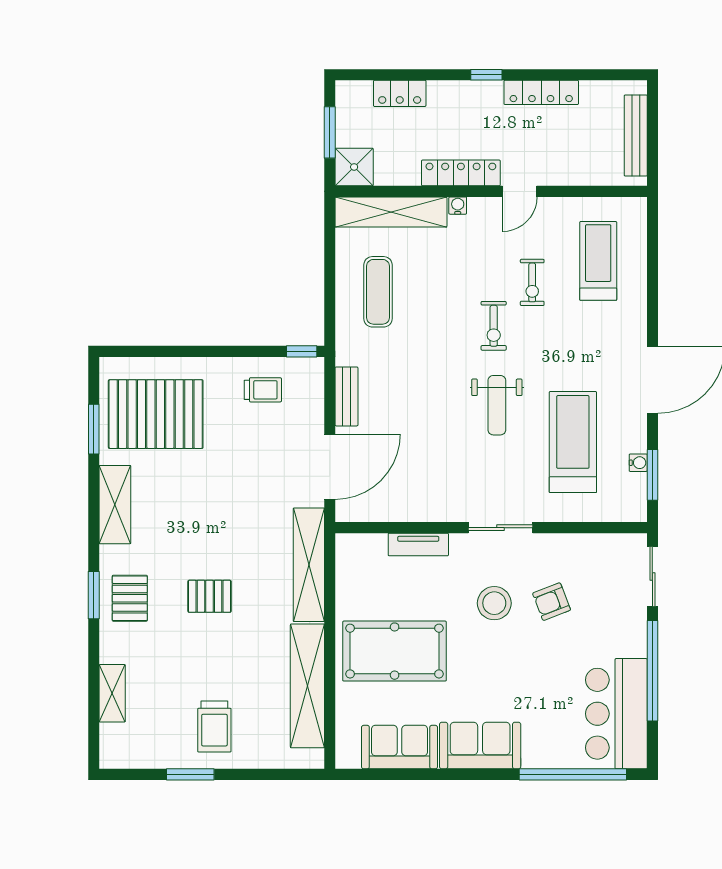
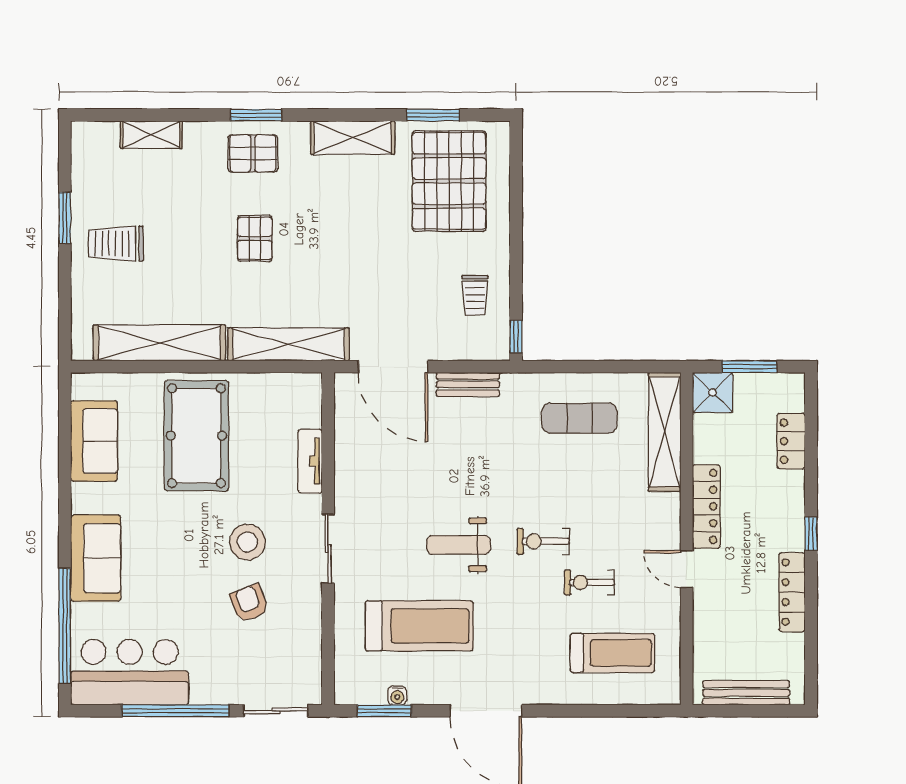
water cooler: (458, 206) -> (671, 503), removed
sofa: (480, 746) -> (96, 558), moved

